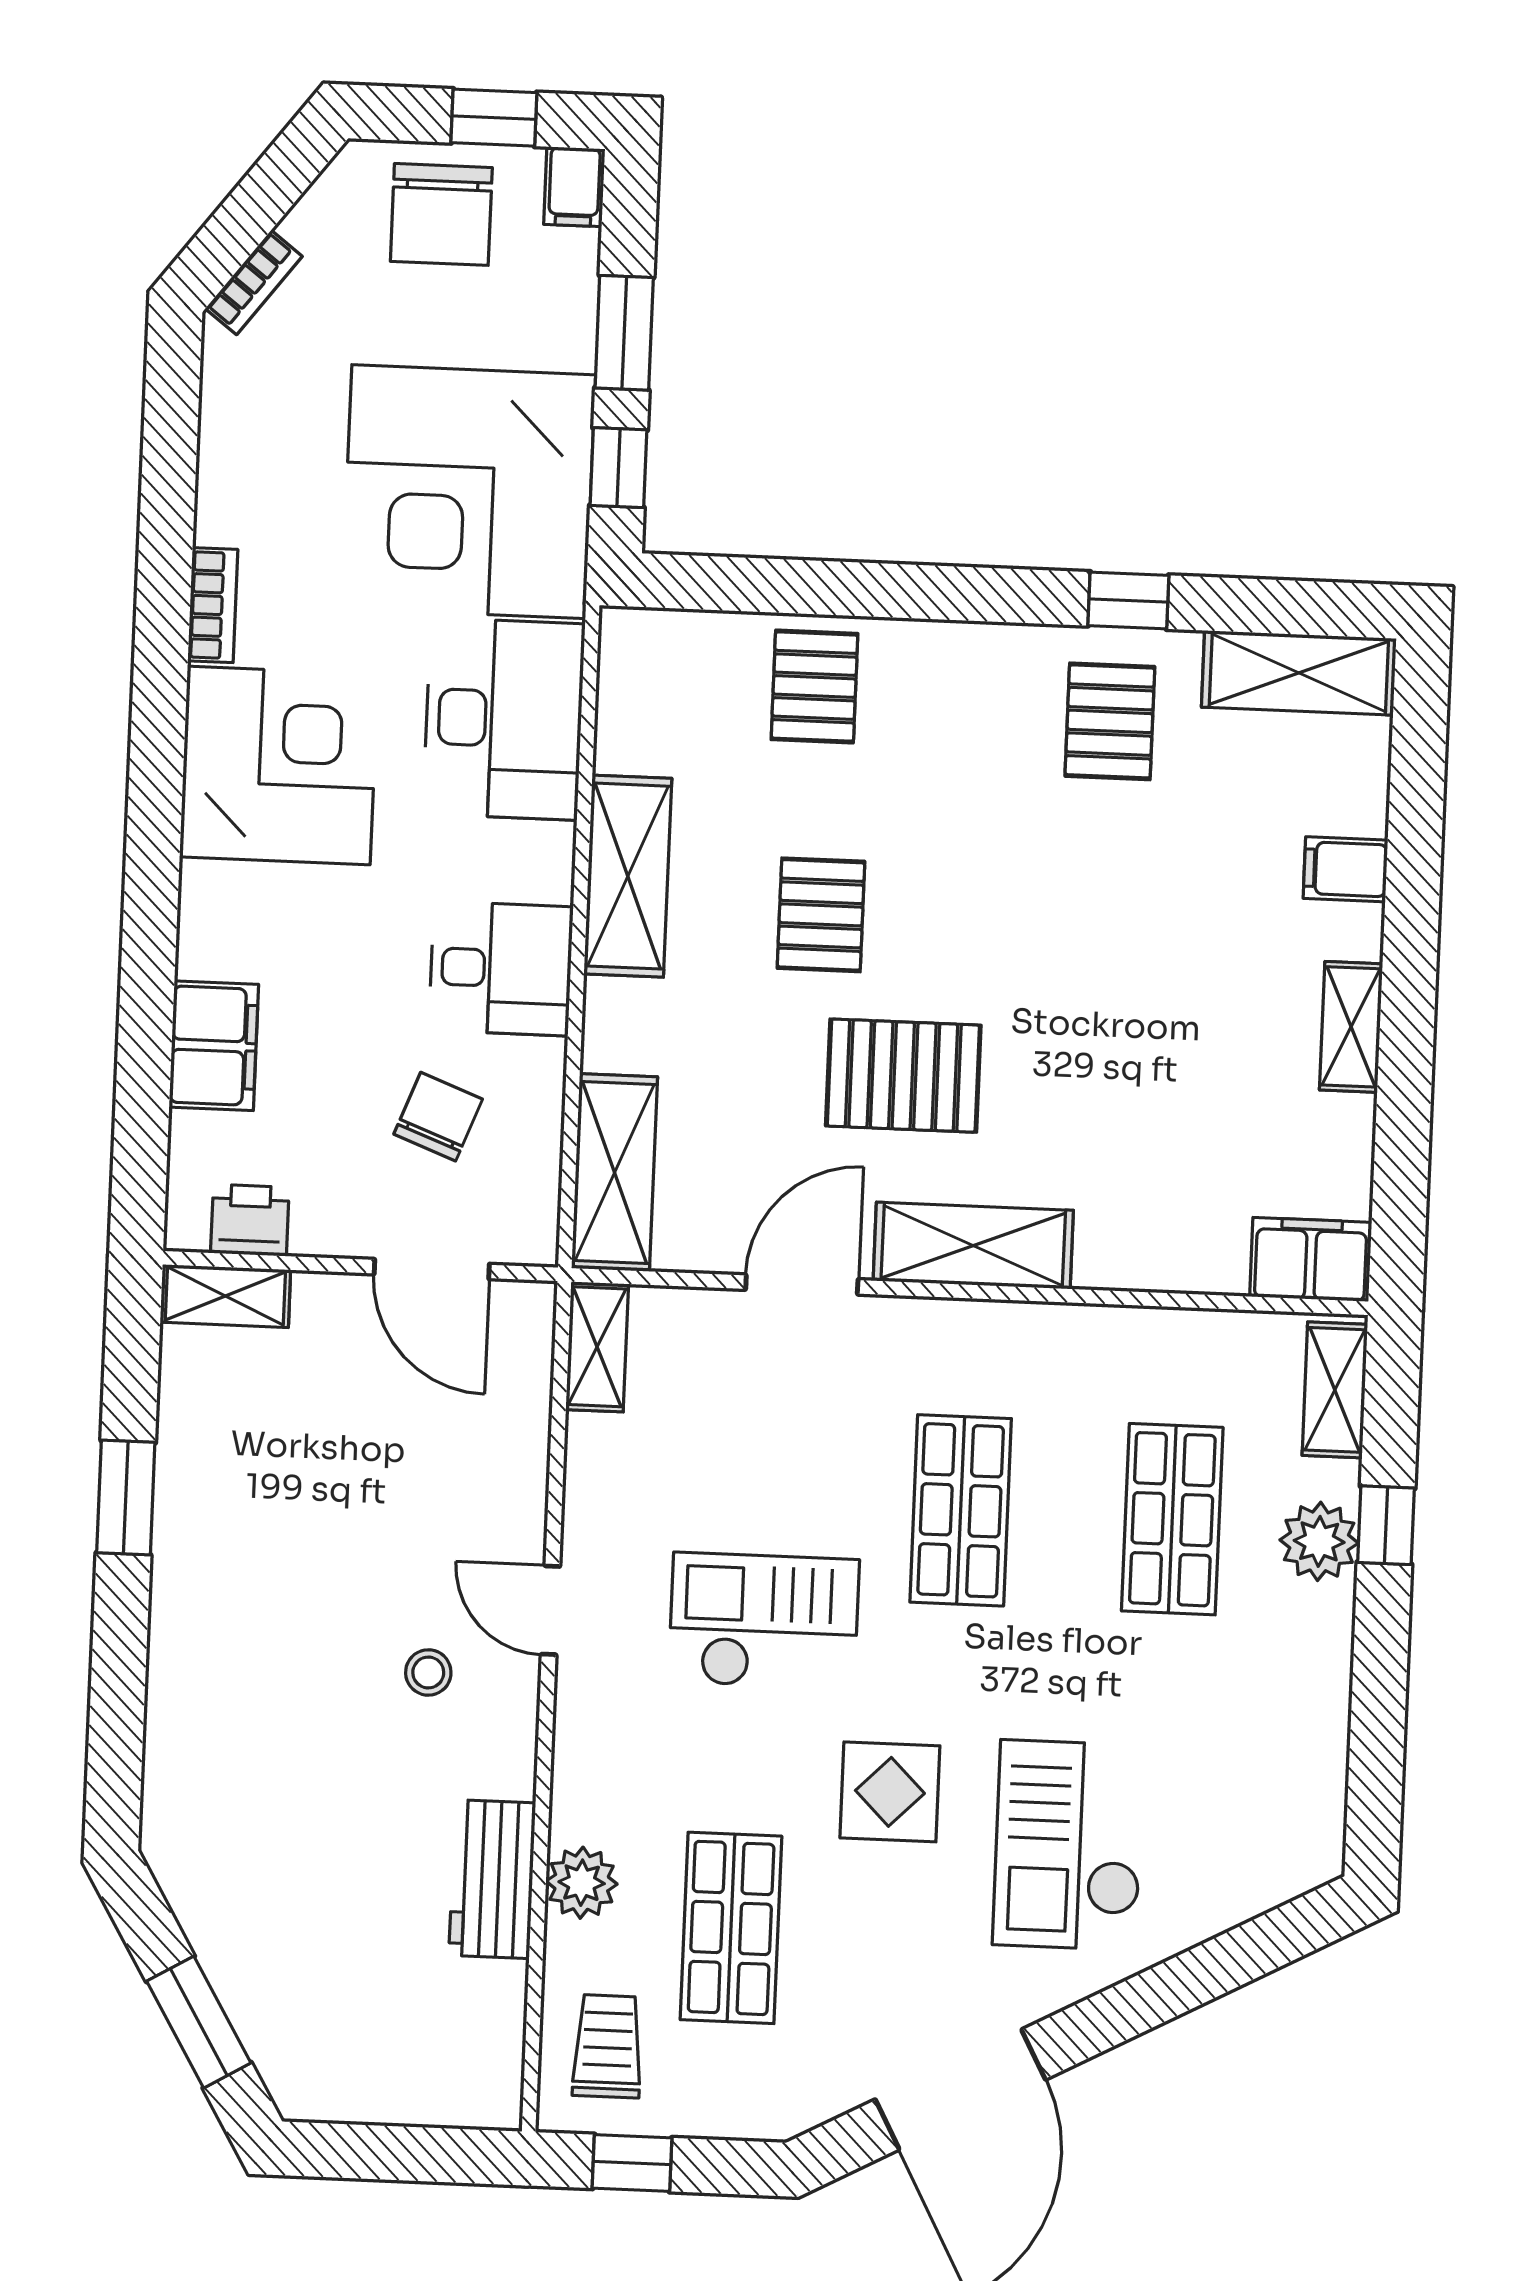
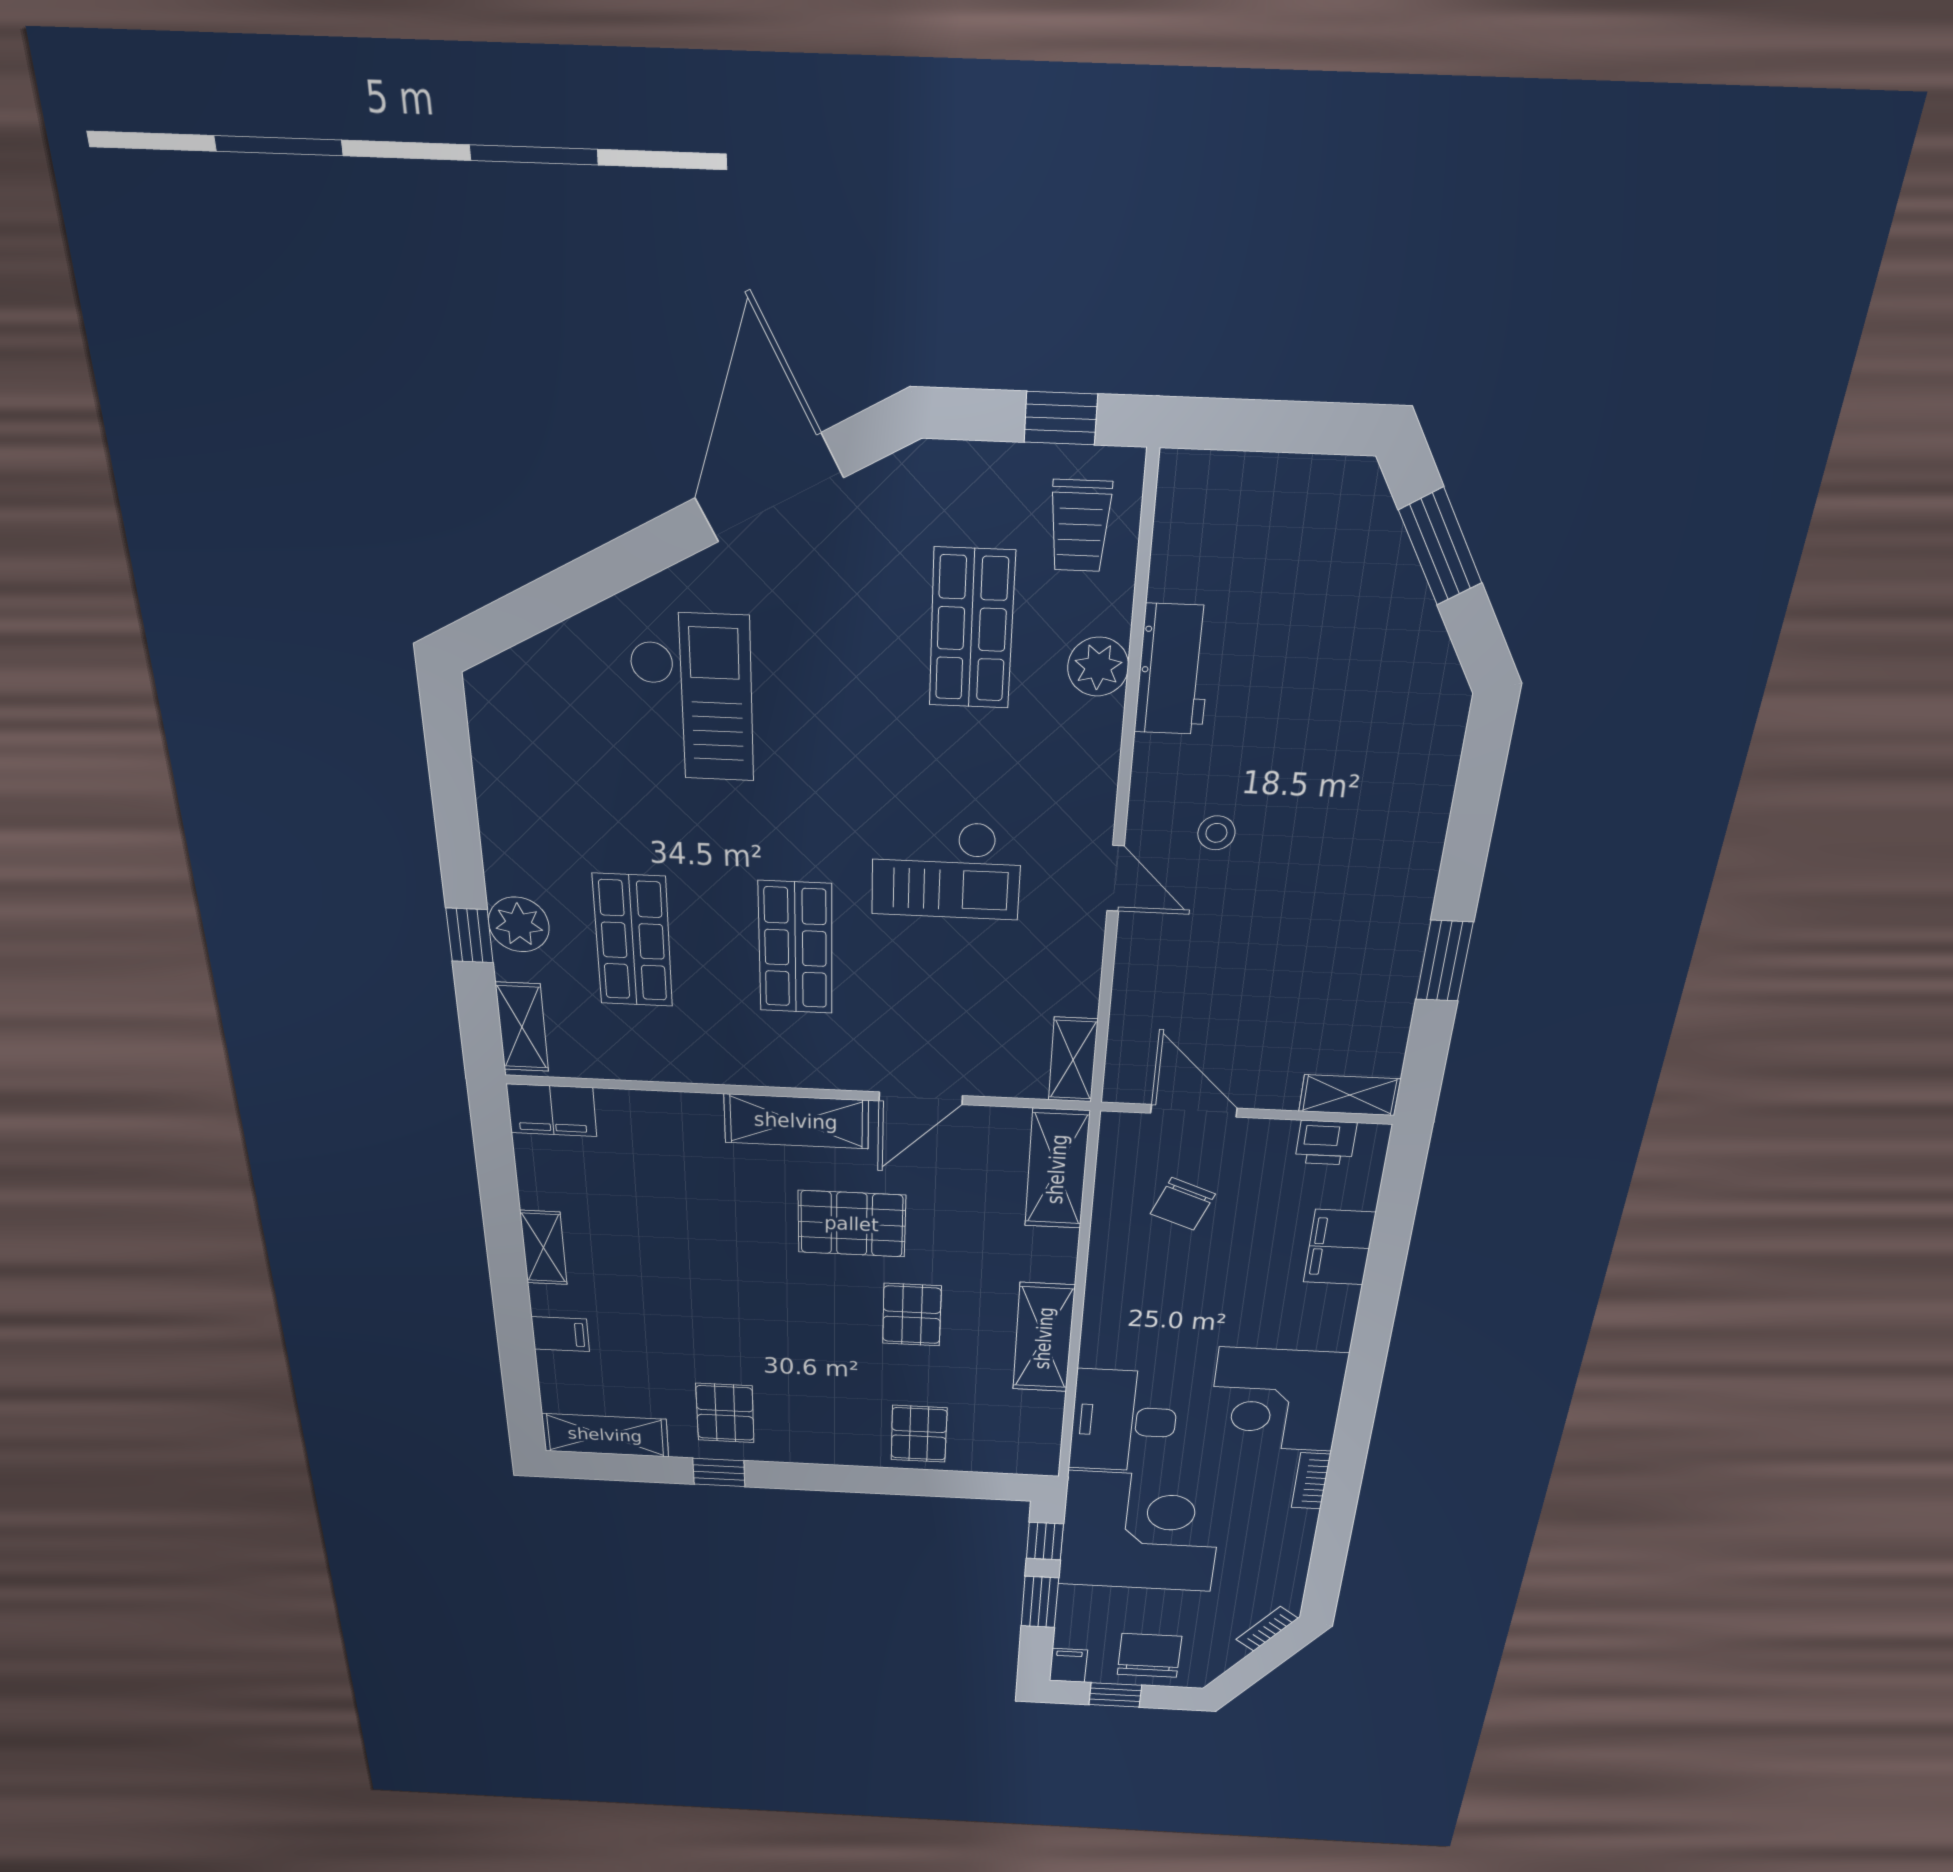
desk: (501, 969) -> (1133, 1288), removed
display table: (890, 1792) -> (841, 740), removed

